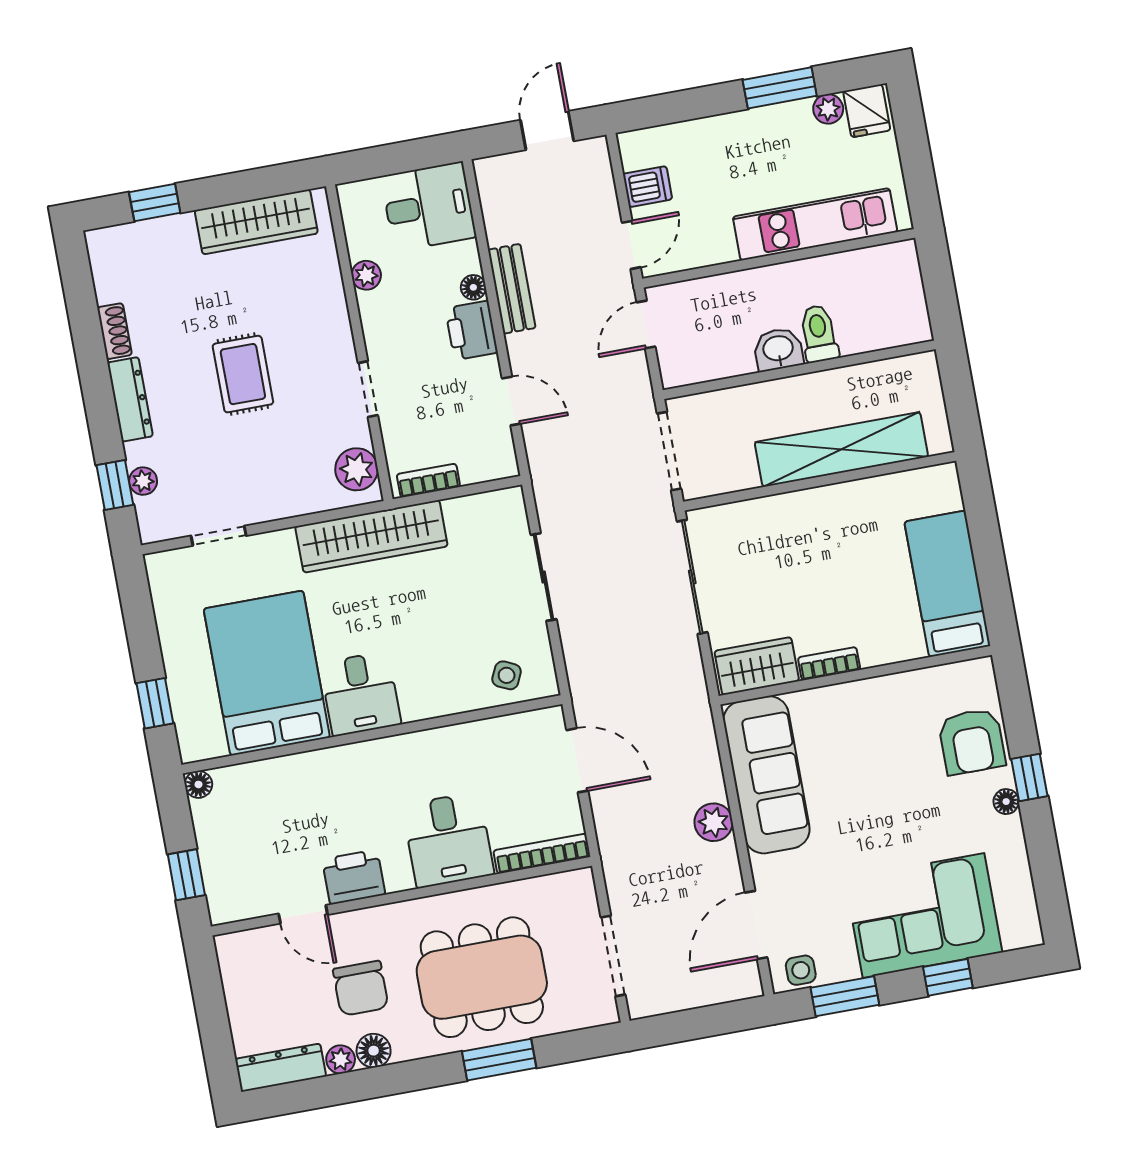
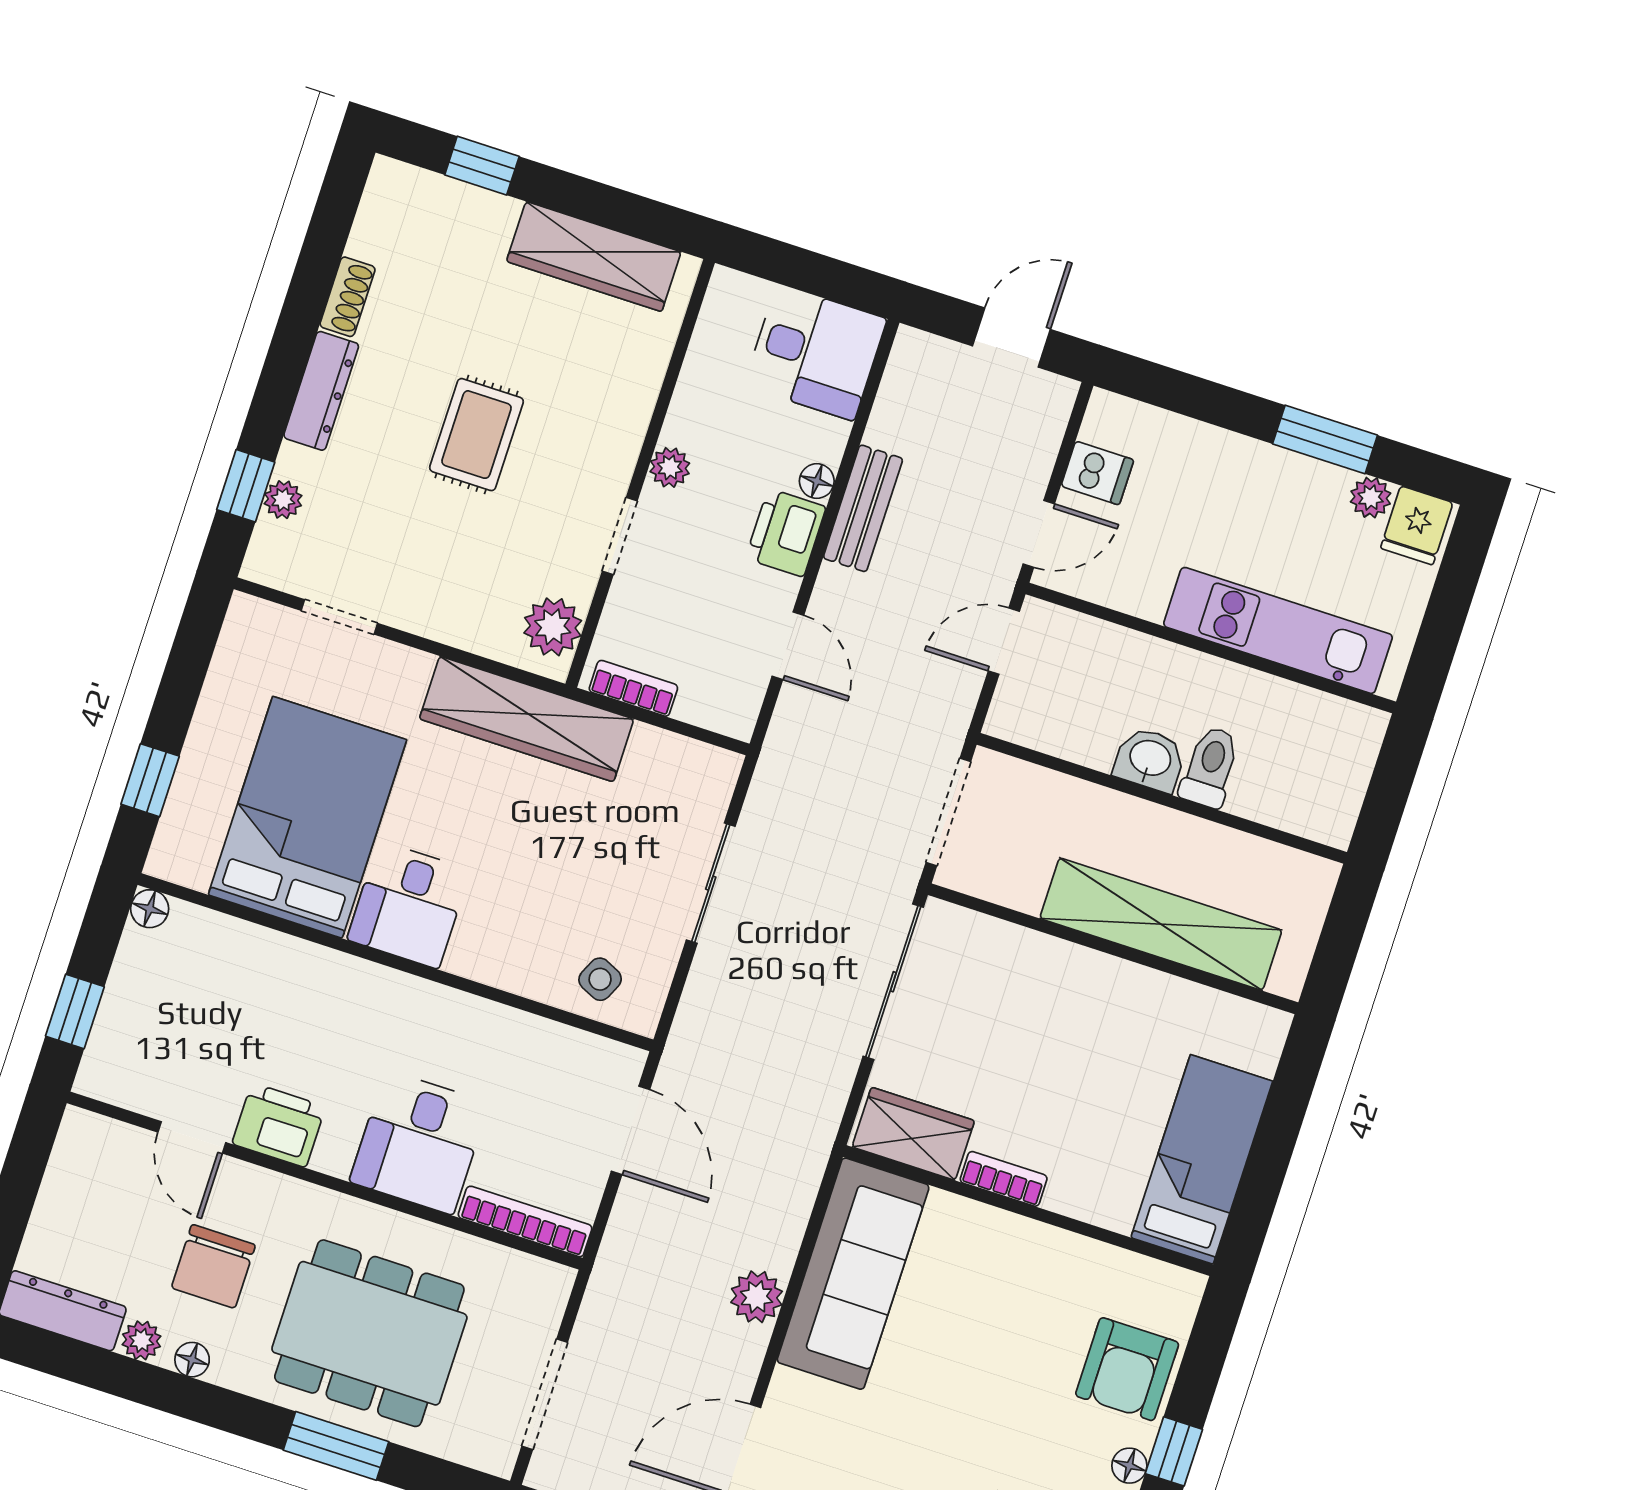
plant: (366, 275) -> (670, 467), moved
floor lamp: (374, 1051) -> (192, 1360), width x0.73, depth x0.73

